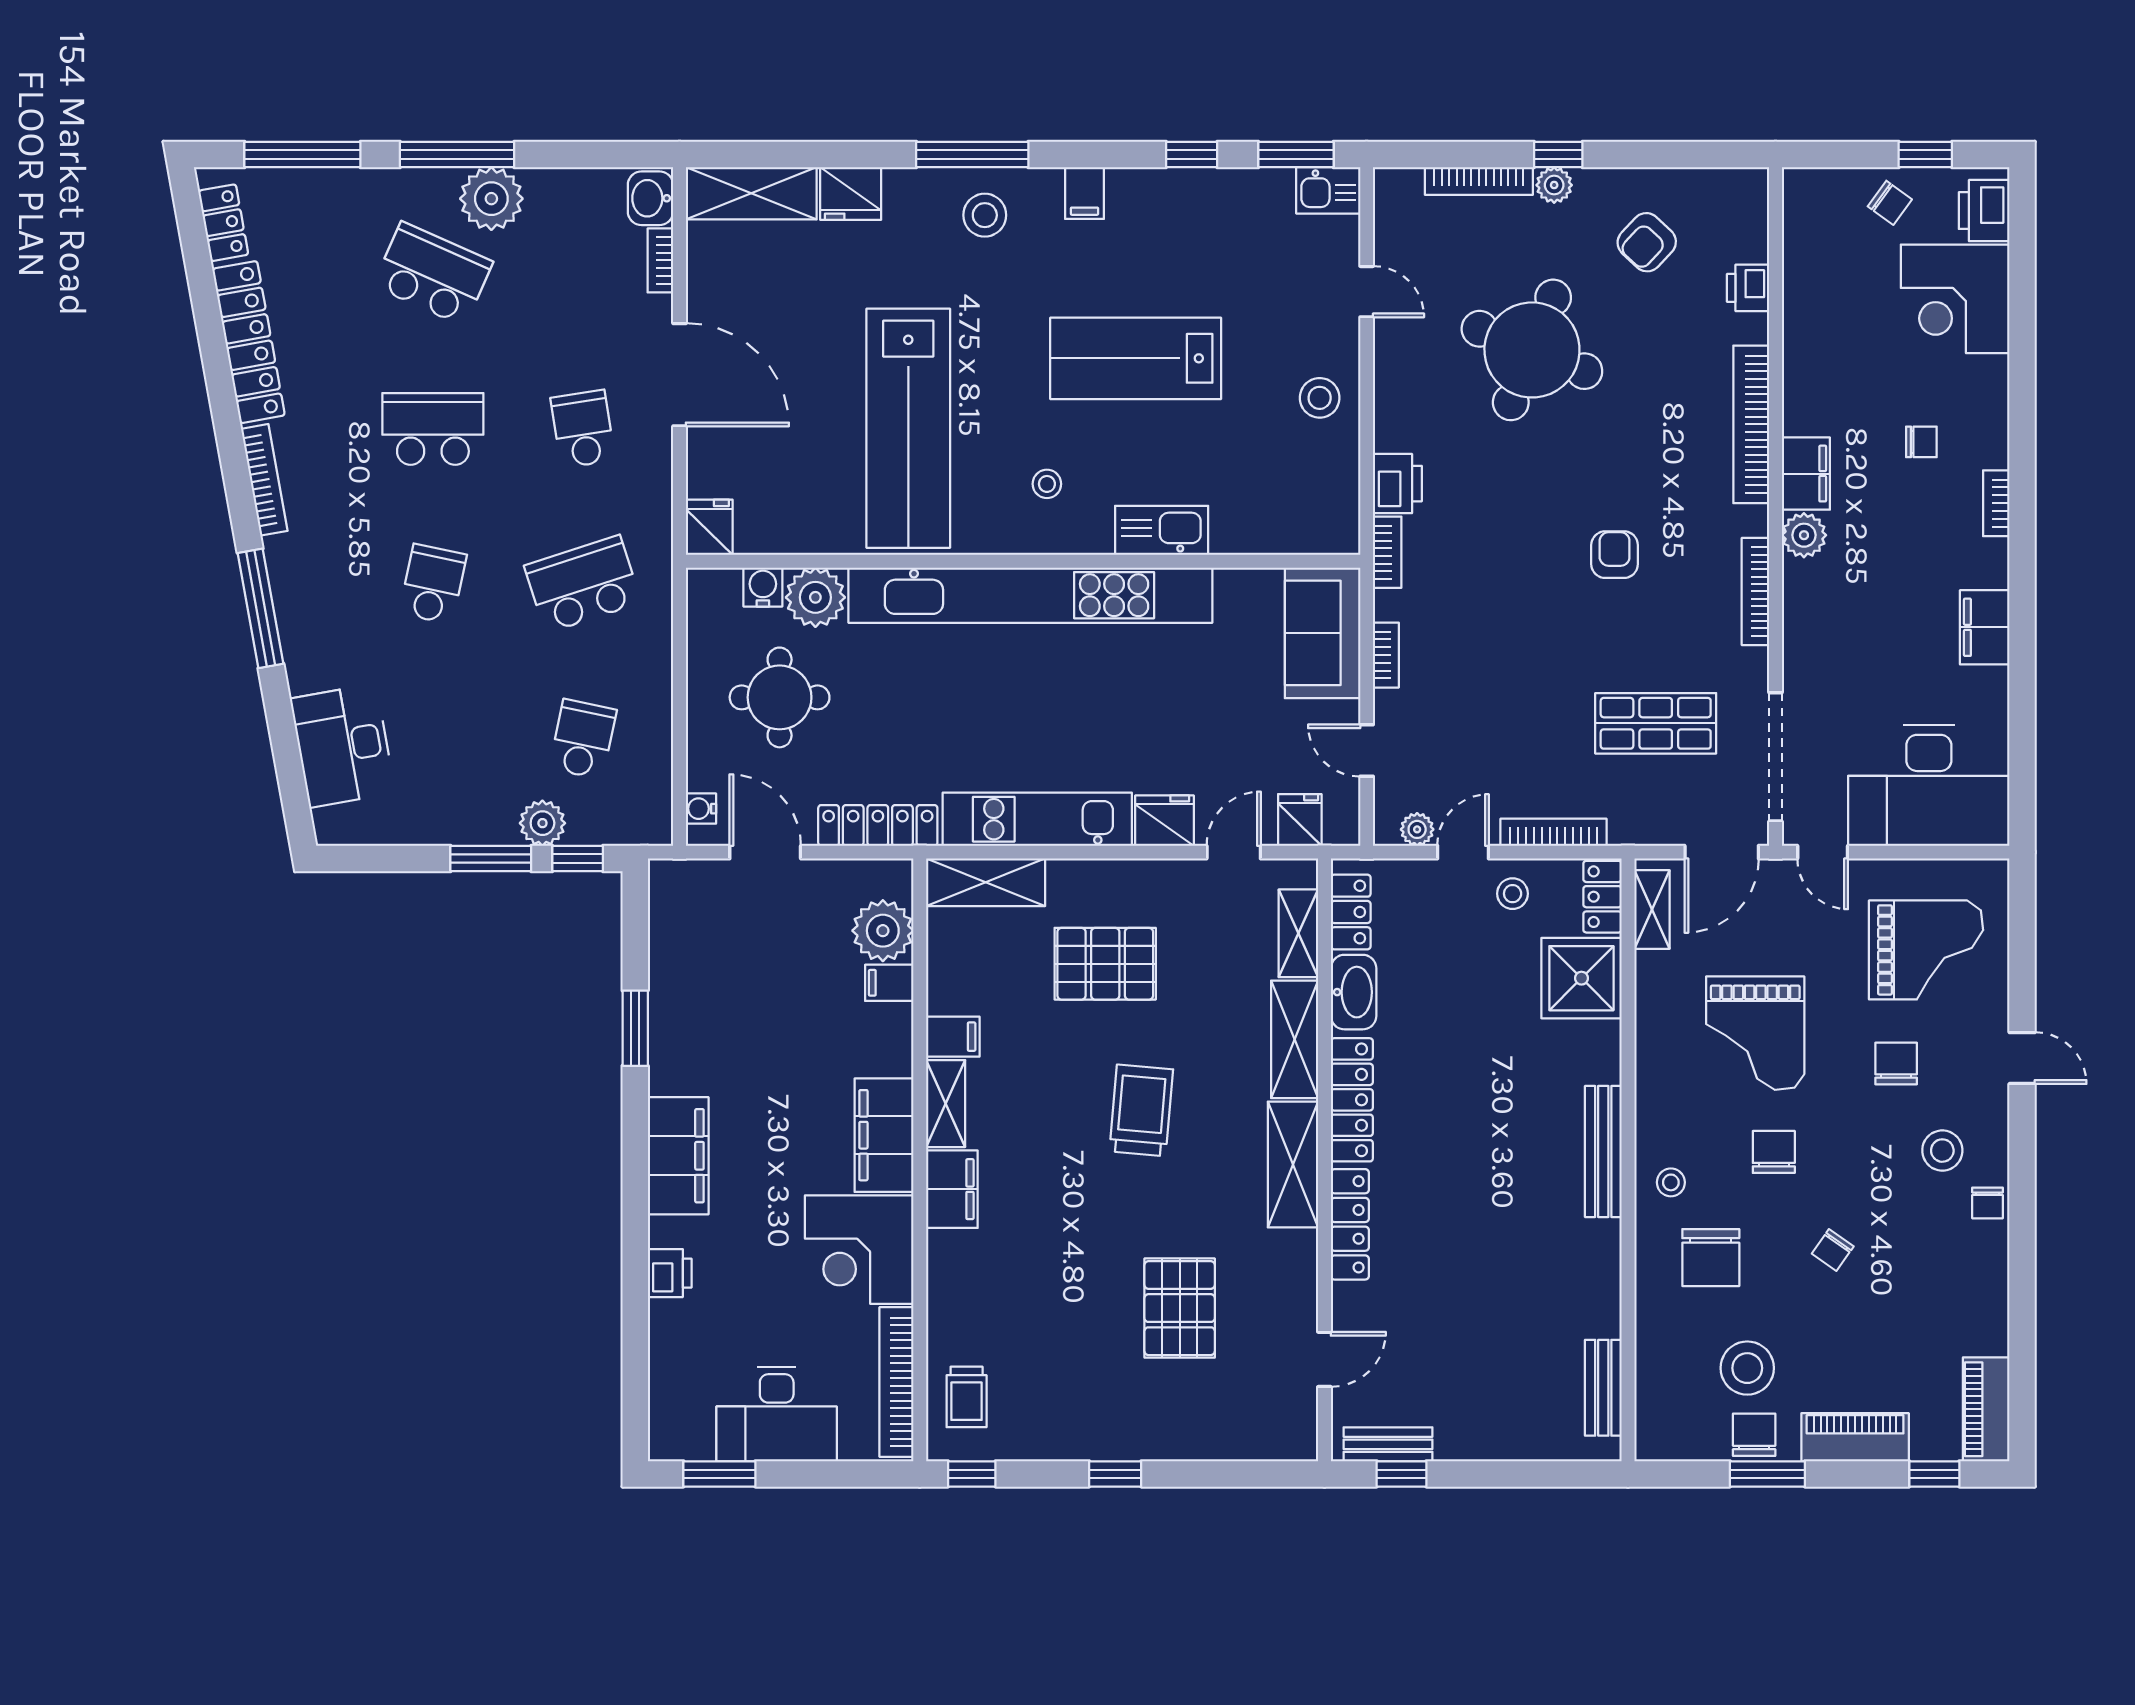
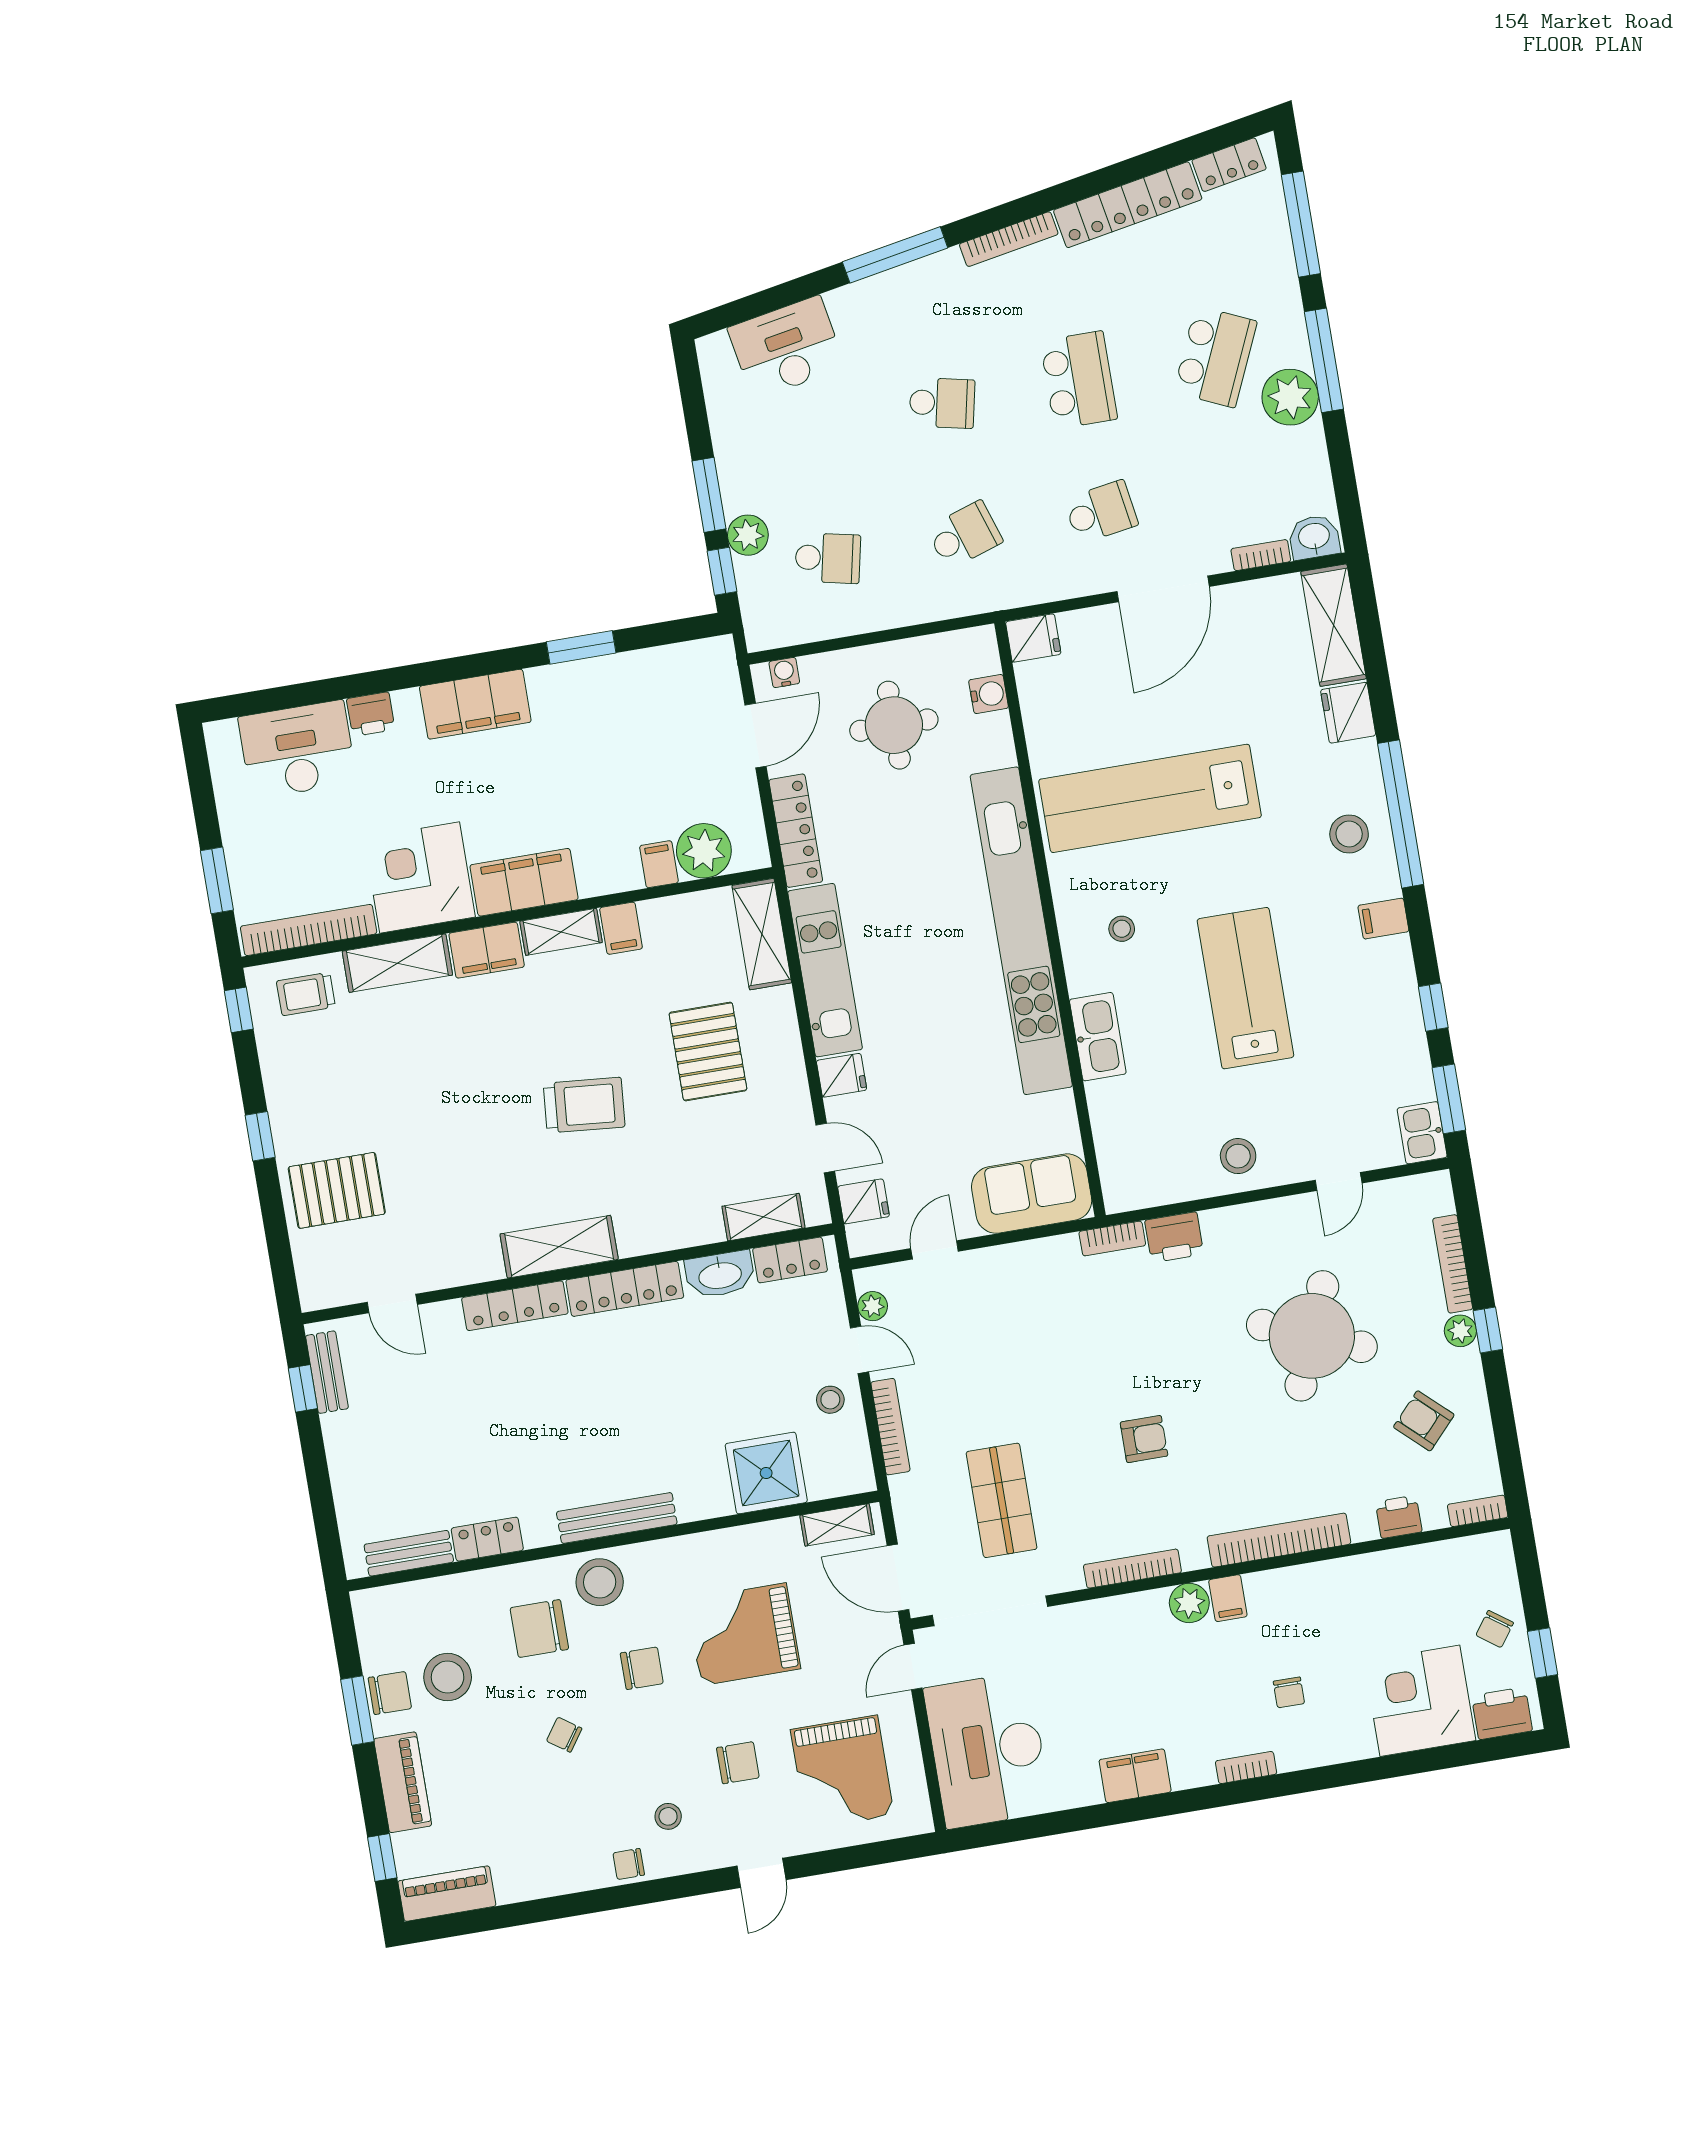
window: (972, 155) -> (1401, 814), width x1.46
filing cabinet: (1806, 474) -> (1228, 1598), width x0.50
school desk: (583, 584) -> (964, 535), width x0.54
plant: (815, 597) -> (987, 742), removed
bookcase: (1386, 655) -> (1478, 1511), moved, turned 180
fridge: (1165, 821) -> (842, 1075), width x0.72
locker: (1602, 897) -> (487, 1539), moved
shelving: (1295, 1039) -> (397, 963), moved
stool: (1942, 1151) -> (668, 1816), width x0.73, depth x0.73
stool: (1671, 1182) -> (600, 1582), width x1.89, depth x1.89
pallet: (1180, 1308) -> (337, 1190), moved
desk: (777, 1414) -> (297, 750), moved, turned 90
window: (719, 1474) -> (217, 880), moved

